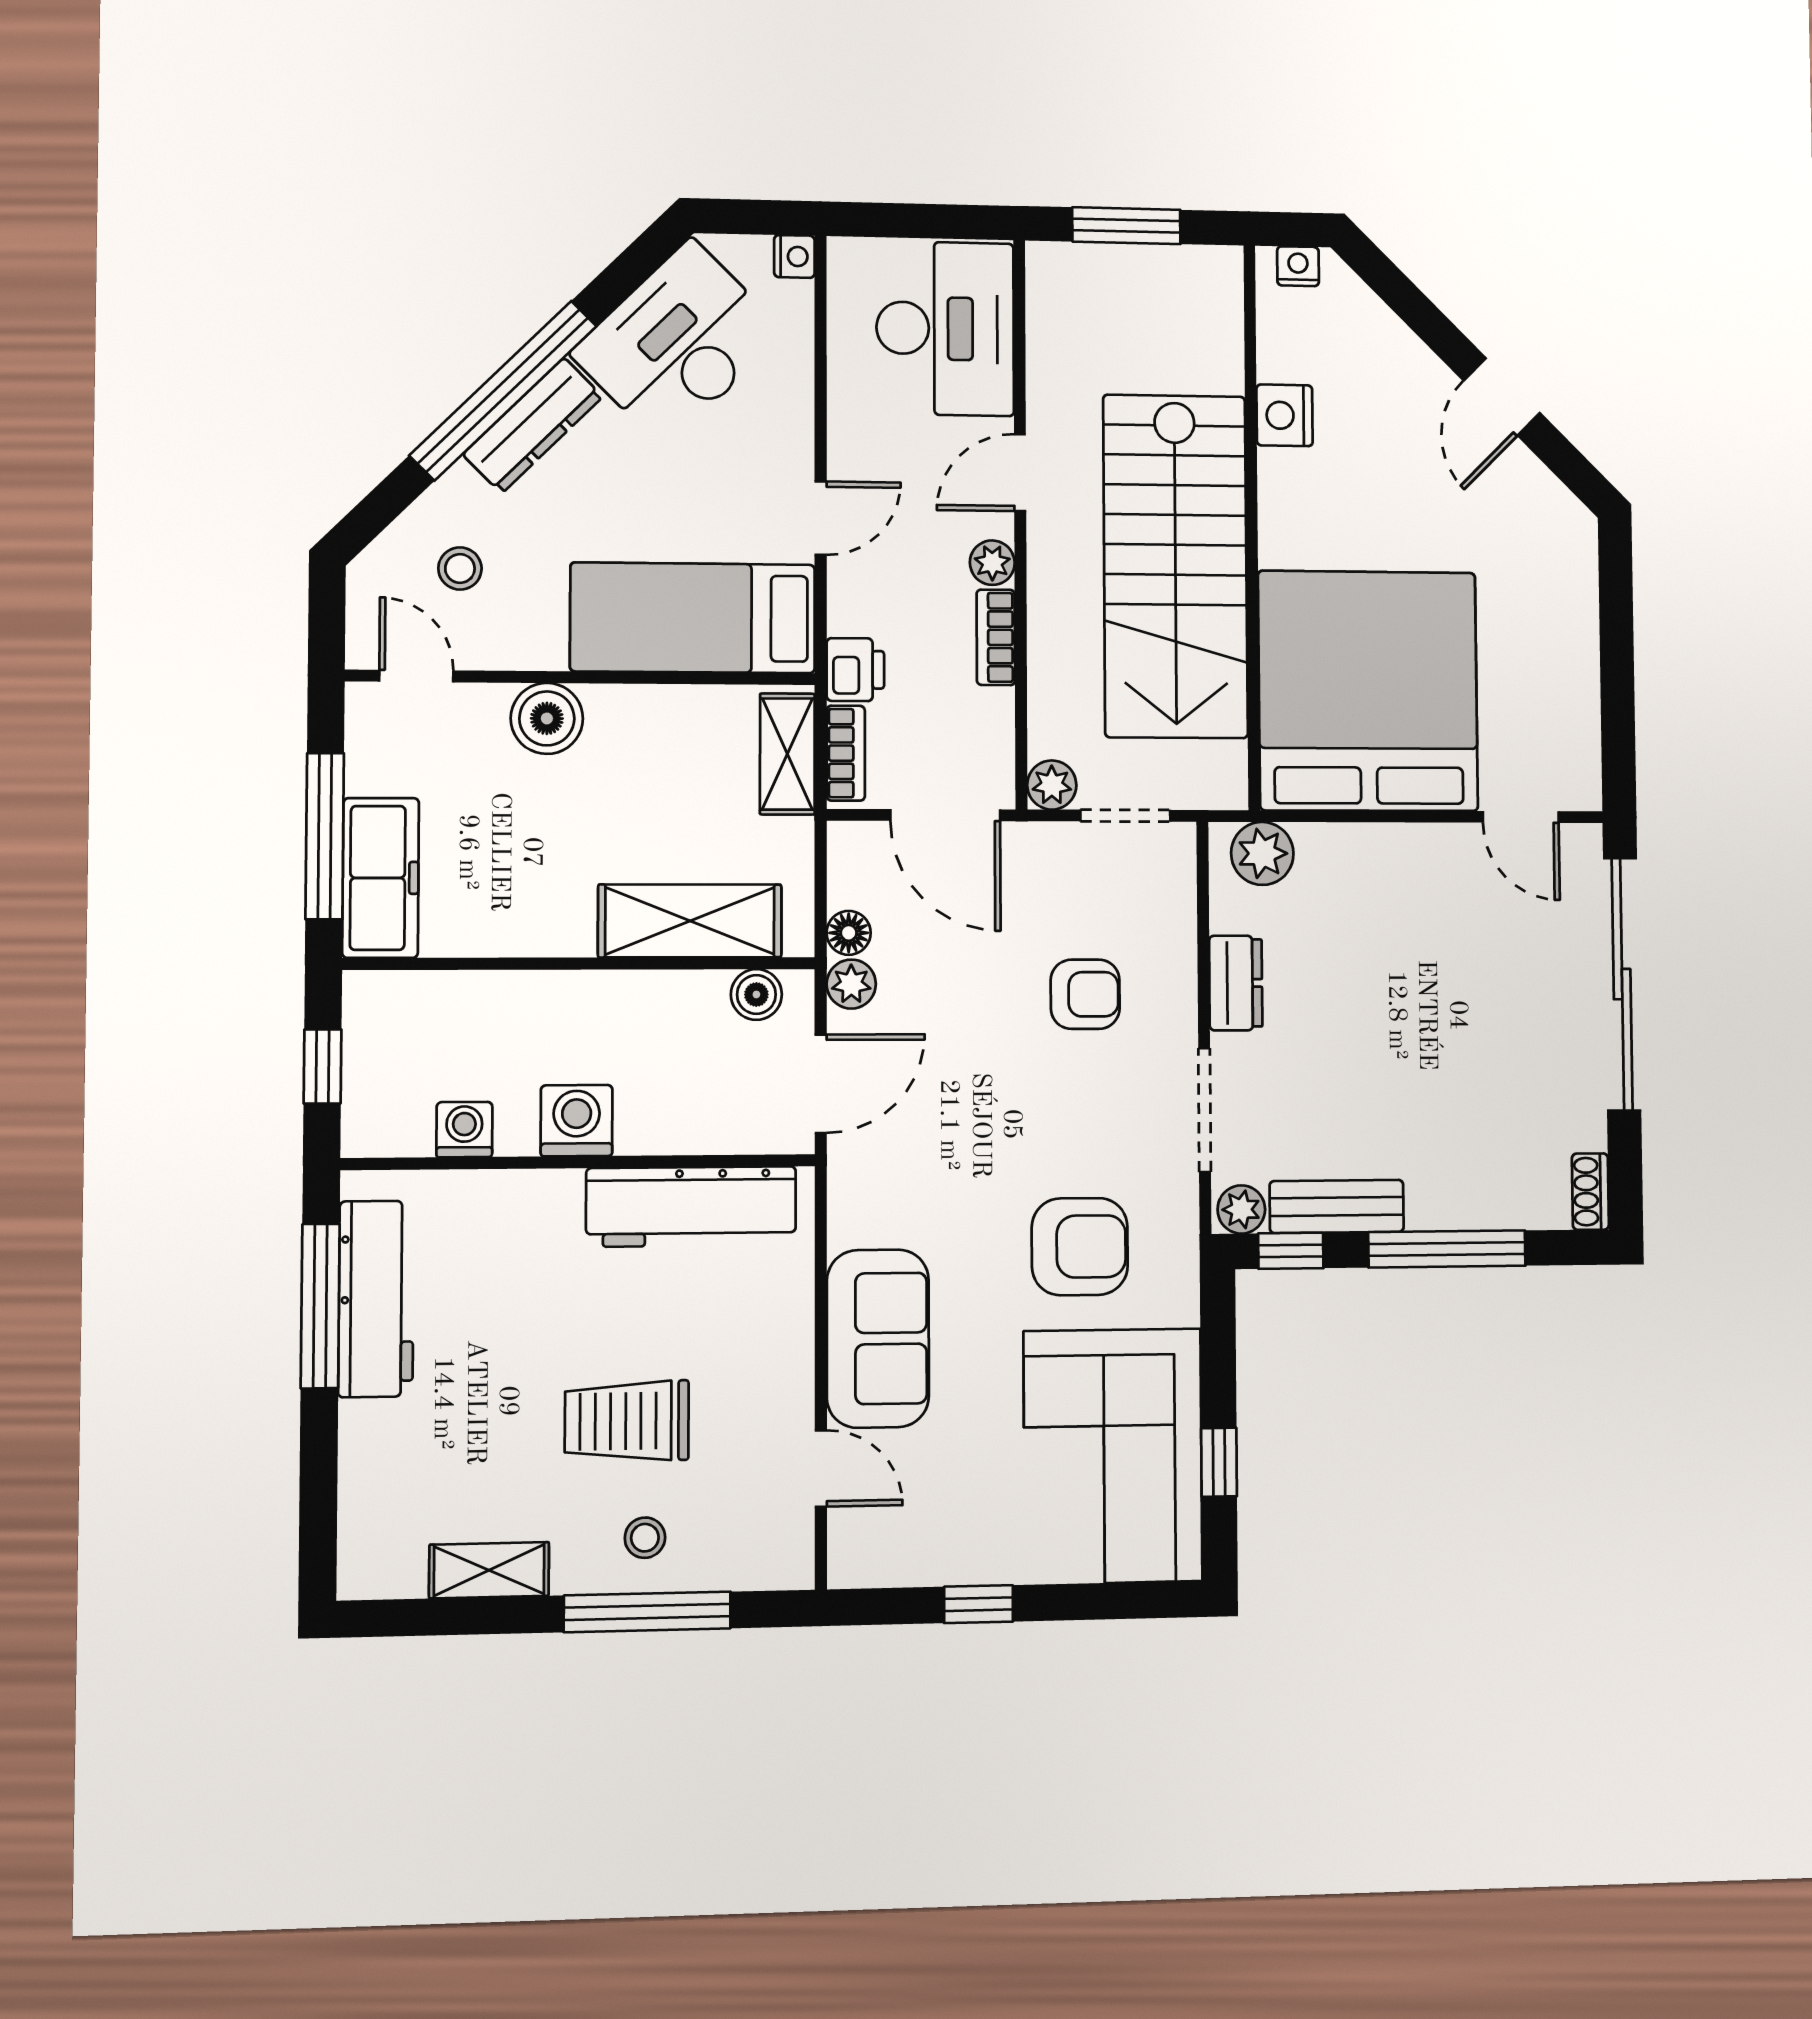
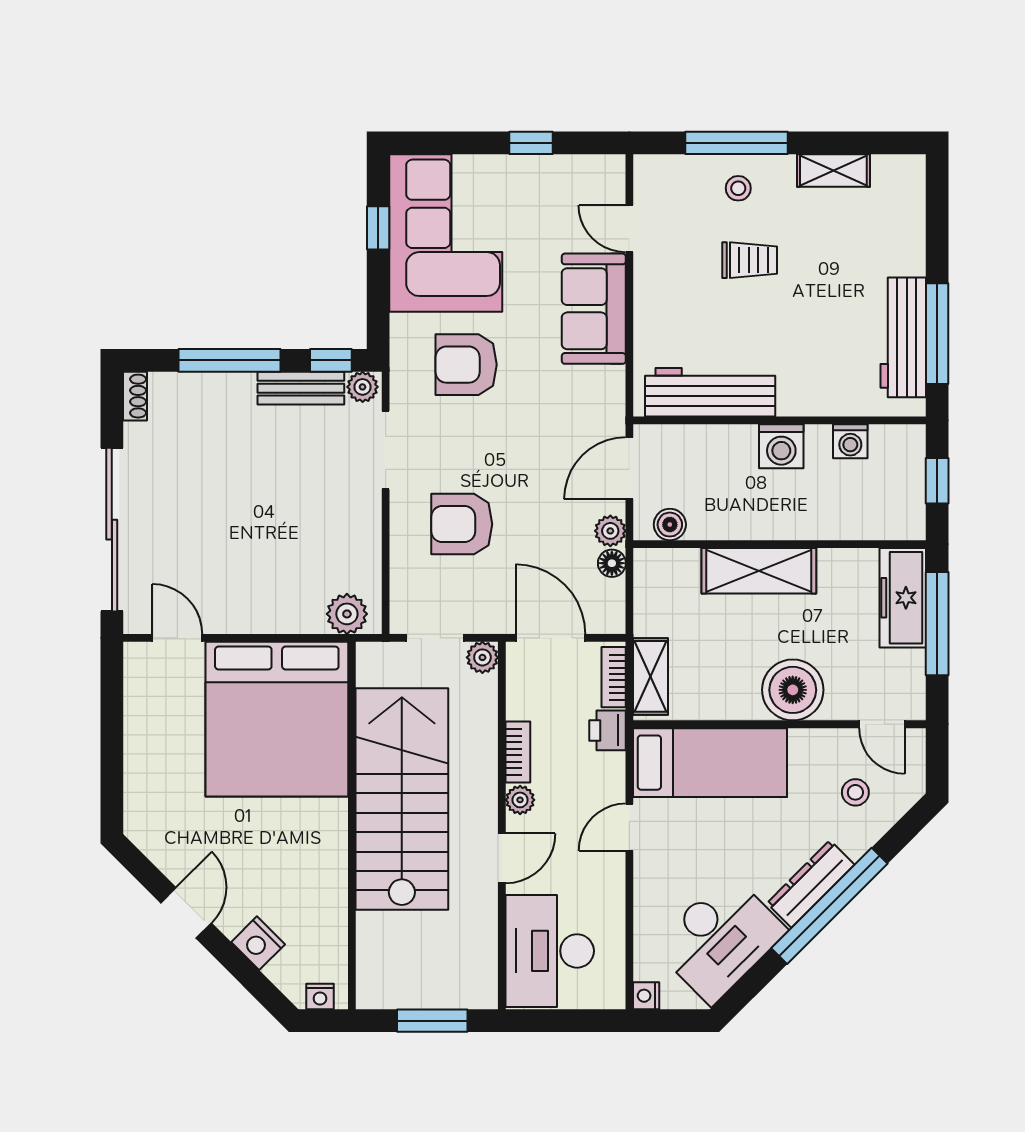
nightstand: (1285, 415) -> (258, 943), moved, turned 135
boiler: (547, 718) -> (793, 690), width x1.37, depth x1.37
shelving: (690, 921) -> (759, 571), moved
dresser: (1236, 983) -> (365, 531), removed
armchair: (1085, 994) -> (462, 524), width x1.38, depth x1.38
trolley: (627, 1421) -> (750, 260), width x0.73, depth x0.72

